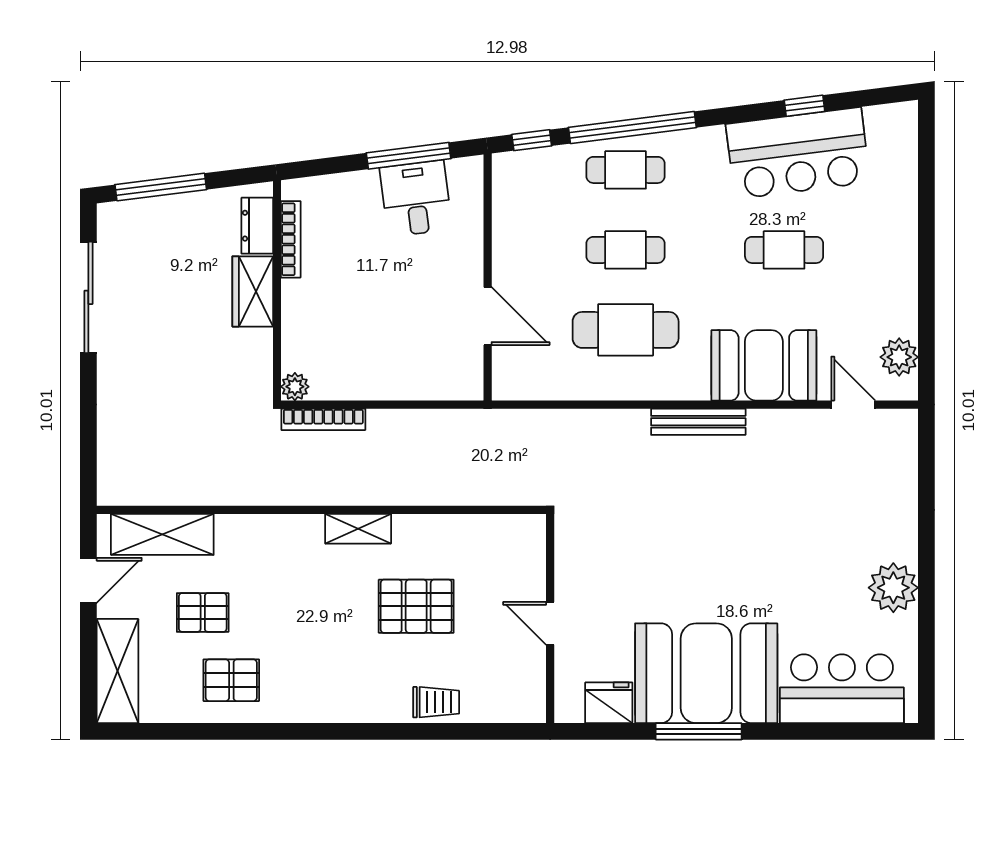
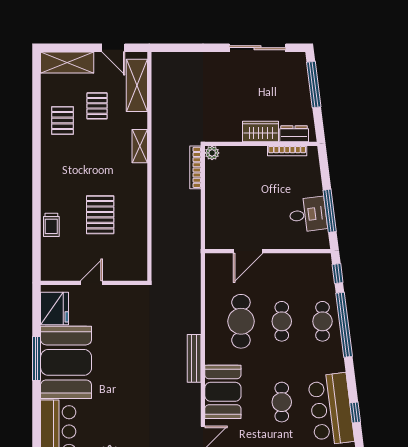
shelving: (358, 529) -> (140, 146), moved
fridge: (609, 703) -> (55, 308), width x1.36, depth x1.34

